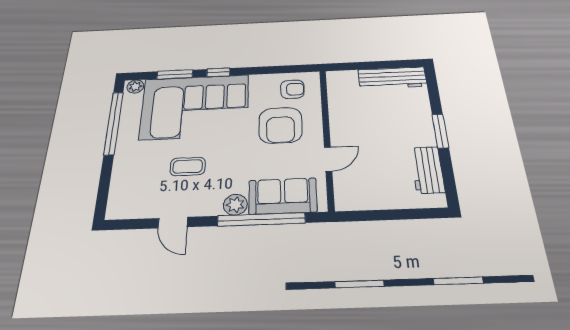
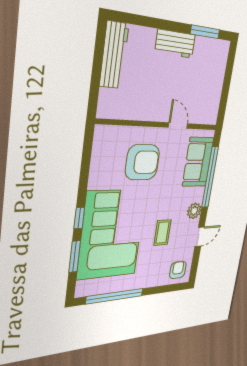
plant: (135, 86) -> (82, 288), removed
armchair: (292, 89) -> (178, 270), moved
window: (440, 131) -> (205, 32), moved
workbench: (427, 170) -> (175, 44), moved
plant: (235, 205) -> (194, 211), moved

